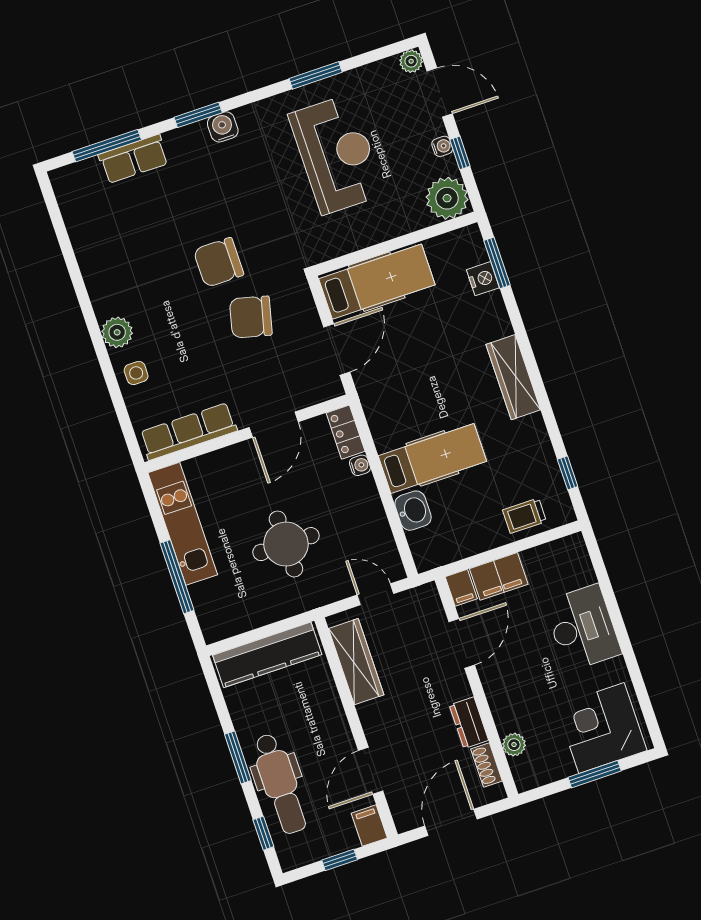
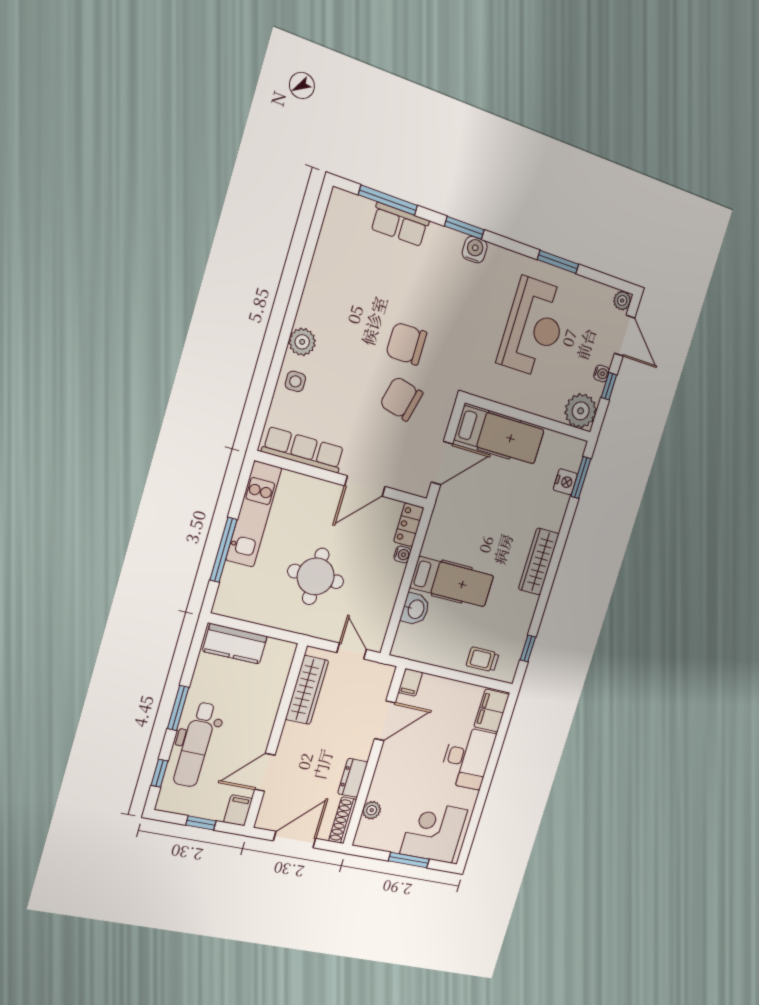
filing cabinet: (499, 576) -> (492, 710), moved, turned 90
kitchen counter: (267, 655) -> (235, 644), width x0.67
shoe rack: (486, 765) -> (343, 820), width x1.43

